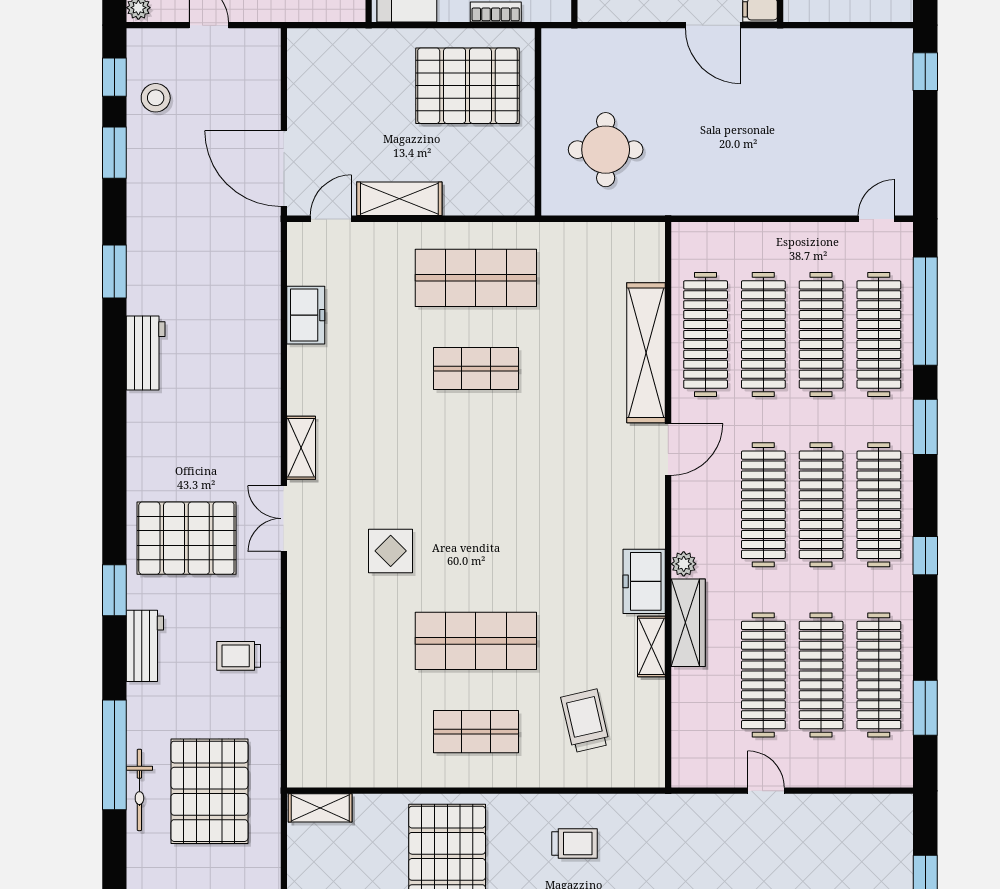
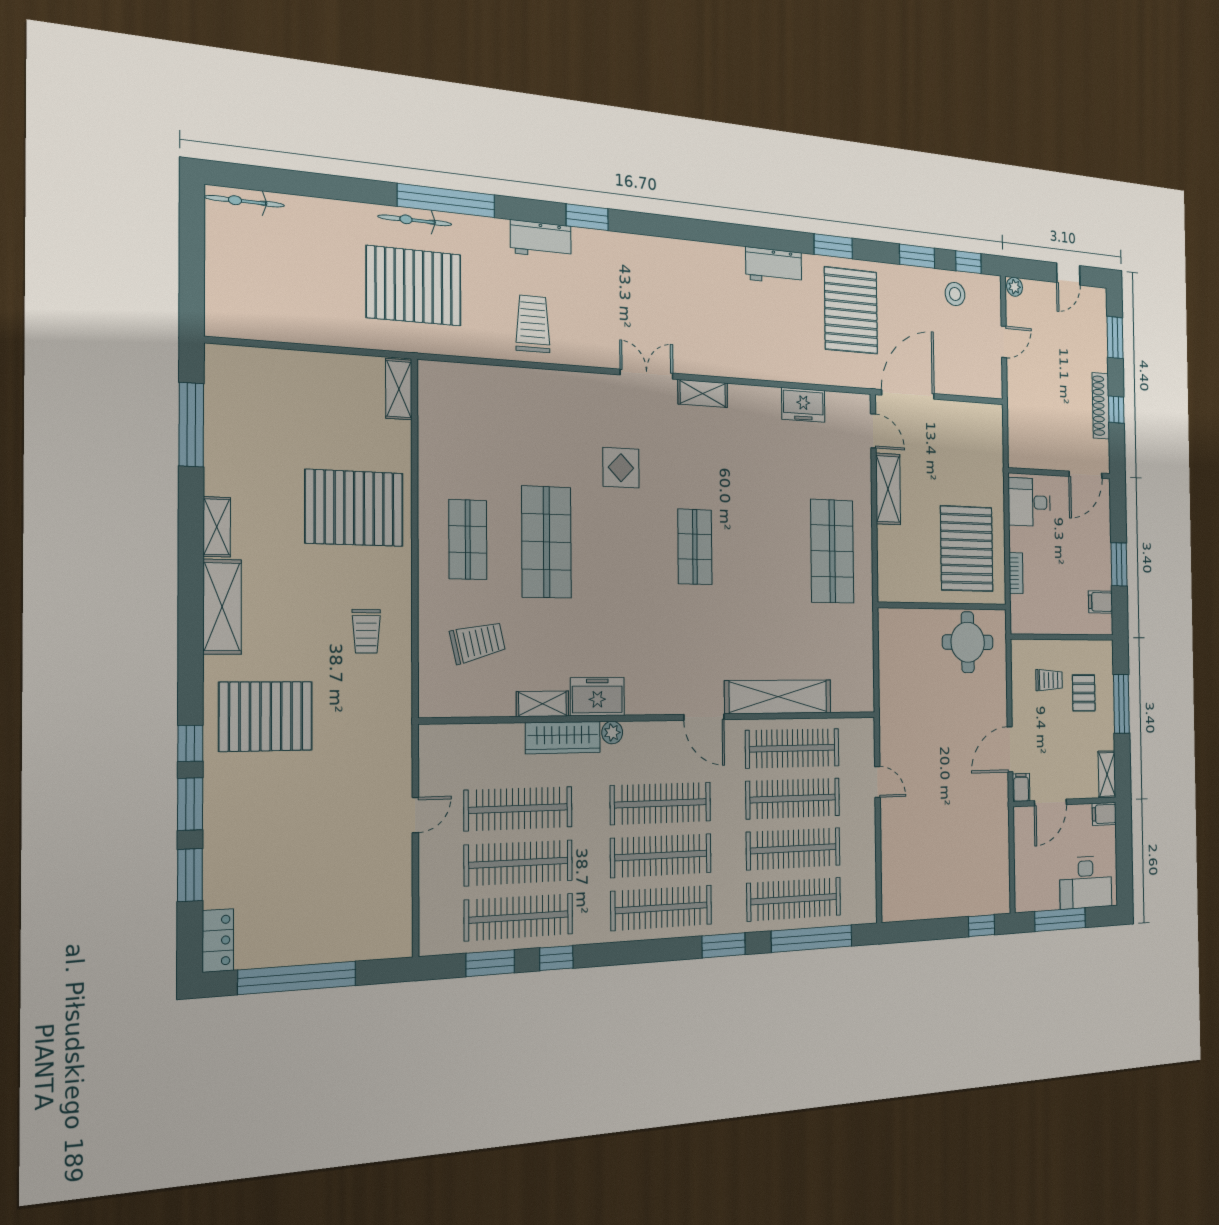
round table: (606, 150) -> (968, 642), moved
door: (876, 219) -> (877, 782), moved
shop shelf: (476, 369) -> (695, 547), moved
pallet: (186, 538) -> (851, 310), moved
window: (925, 556) -> (556, 958), moved
trolley: (239, 656) -> (533, 324), width x1.36, depth x1.39

